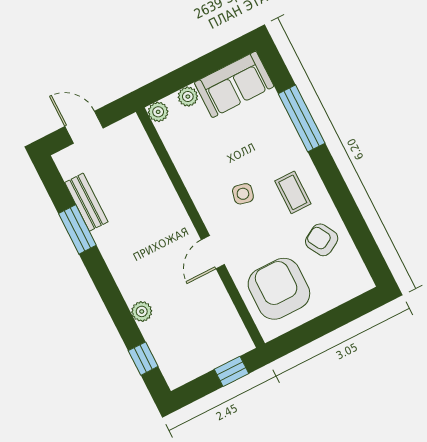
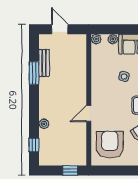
side table: (243, 194) -> (124, 76), moved

